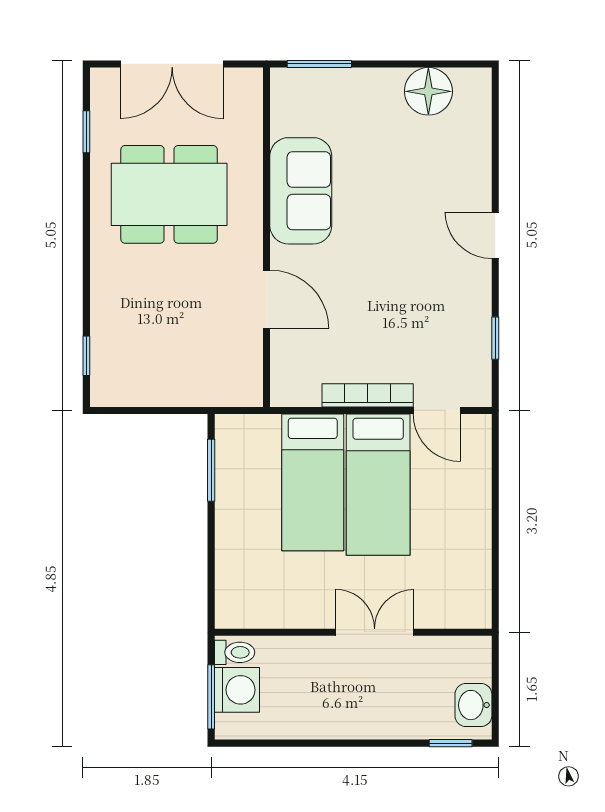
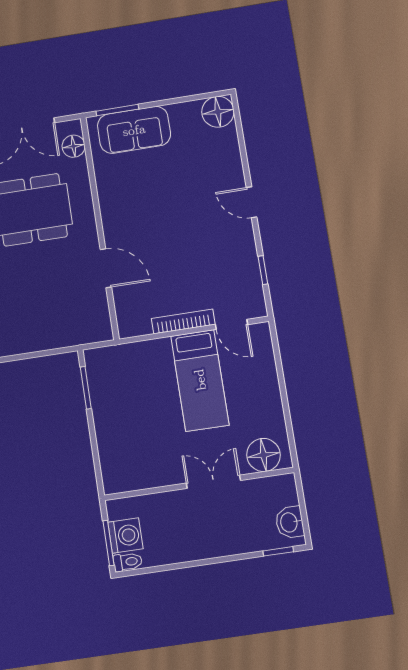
floor lamp: (428, 91) -> (218, 112), moved
floor lamp: (246, 108) -> (74, 146), added
sofa: (301, 191) -> (134, 130), moved, turned 90
bed: (313, 482) -> (155, 386), removed
floor lamp: (452, 605) -> (264, 455), added
toilet: (235, 652) -> (128, 562), moved

